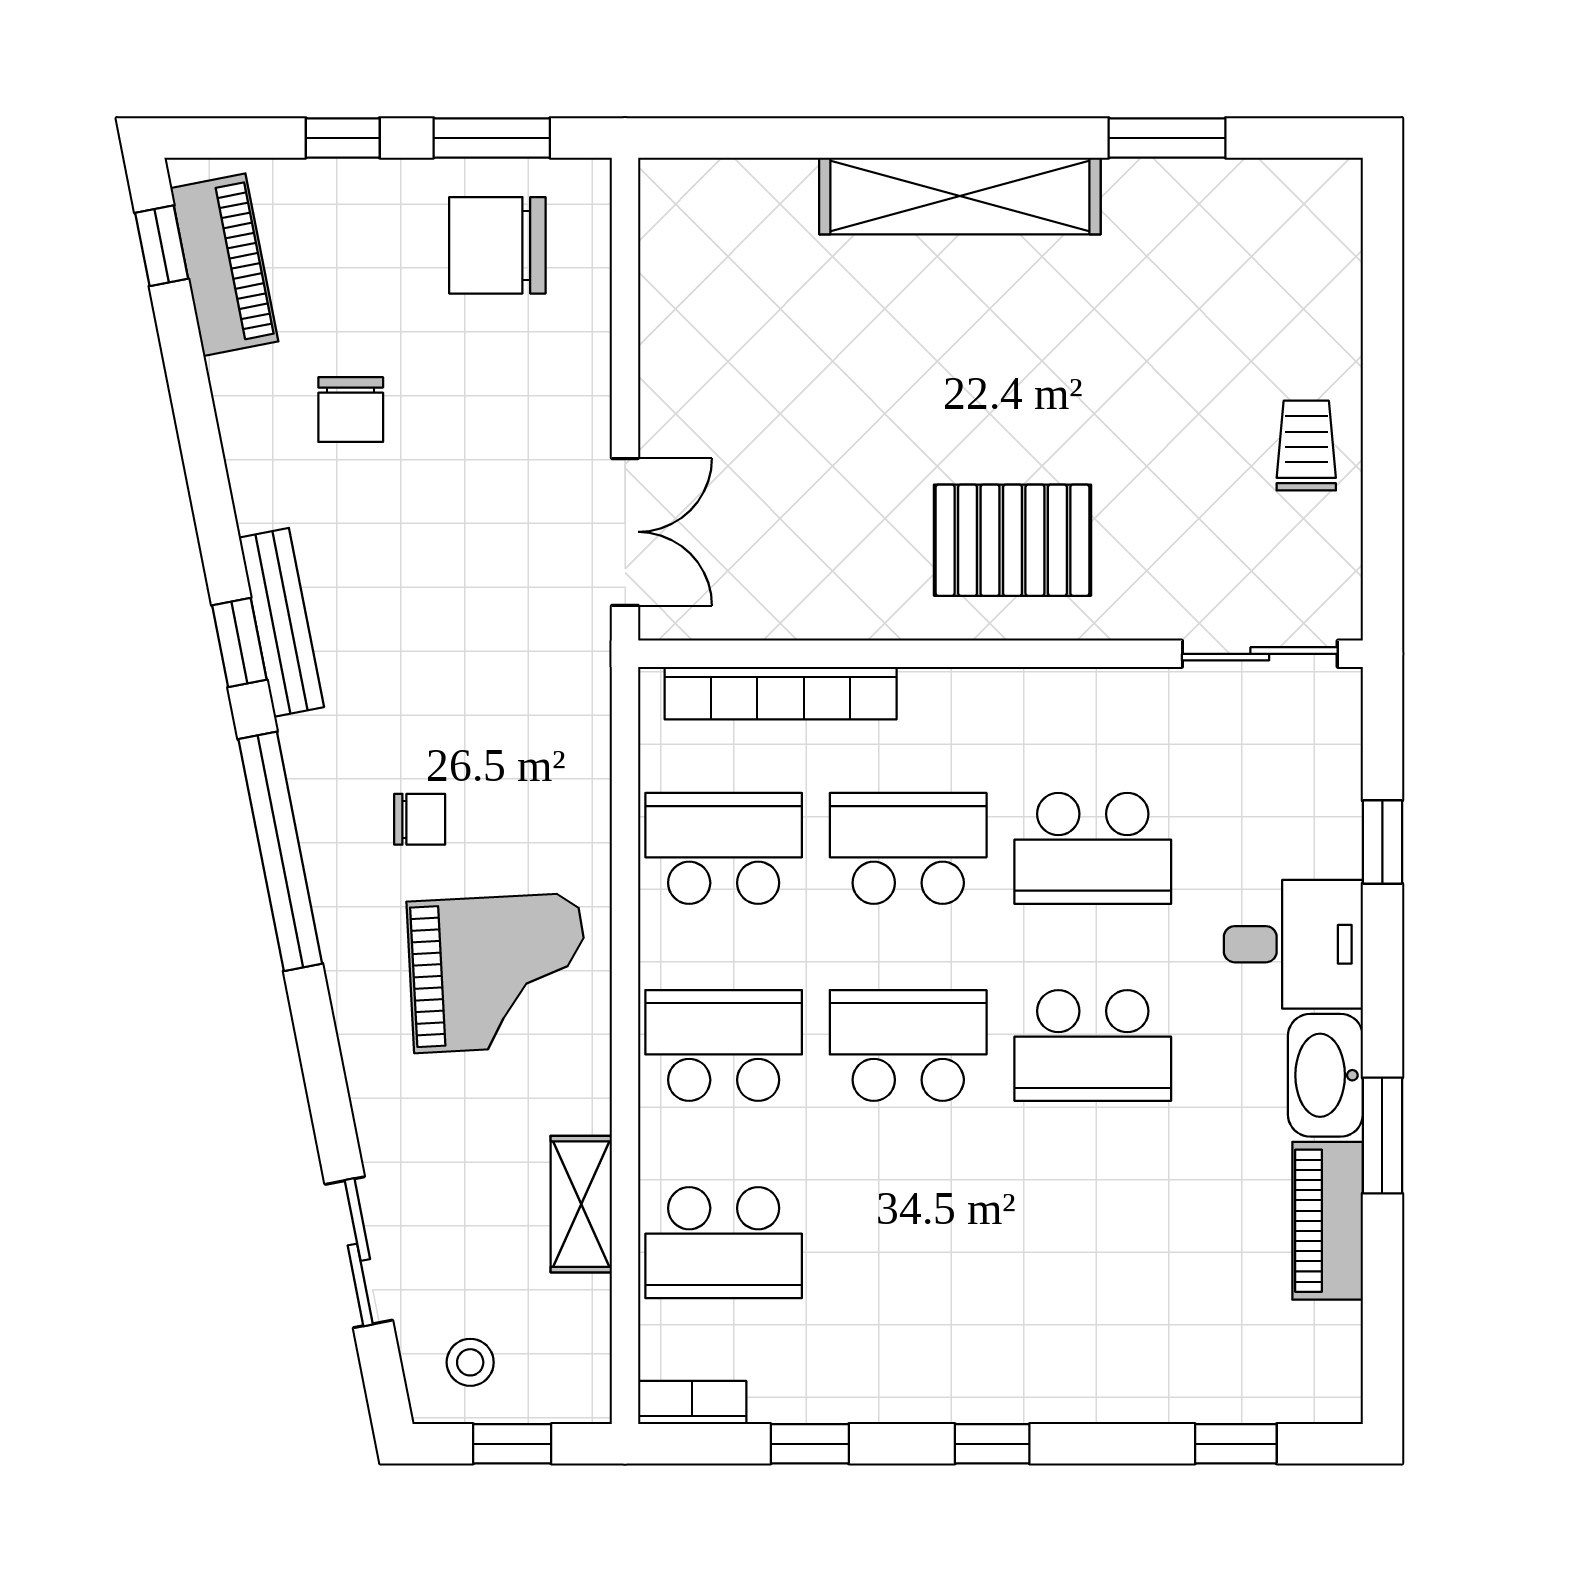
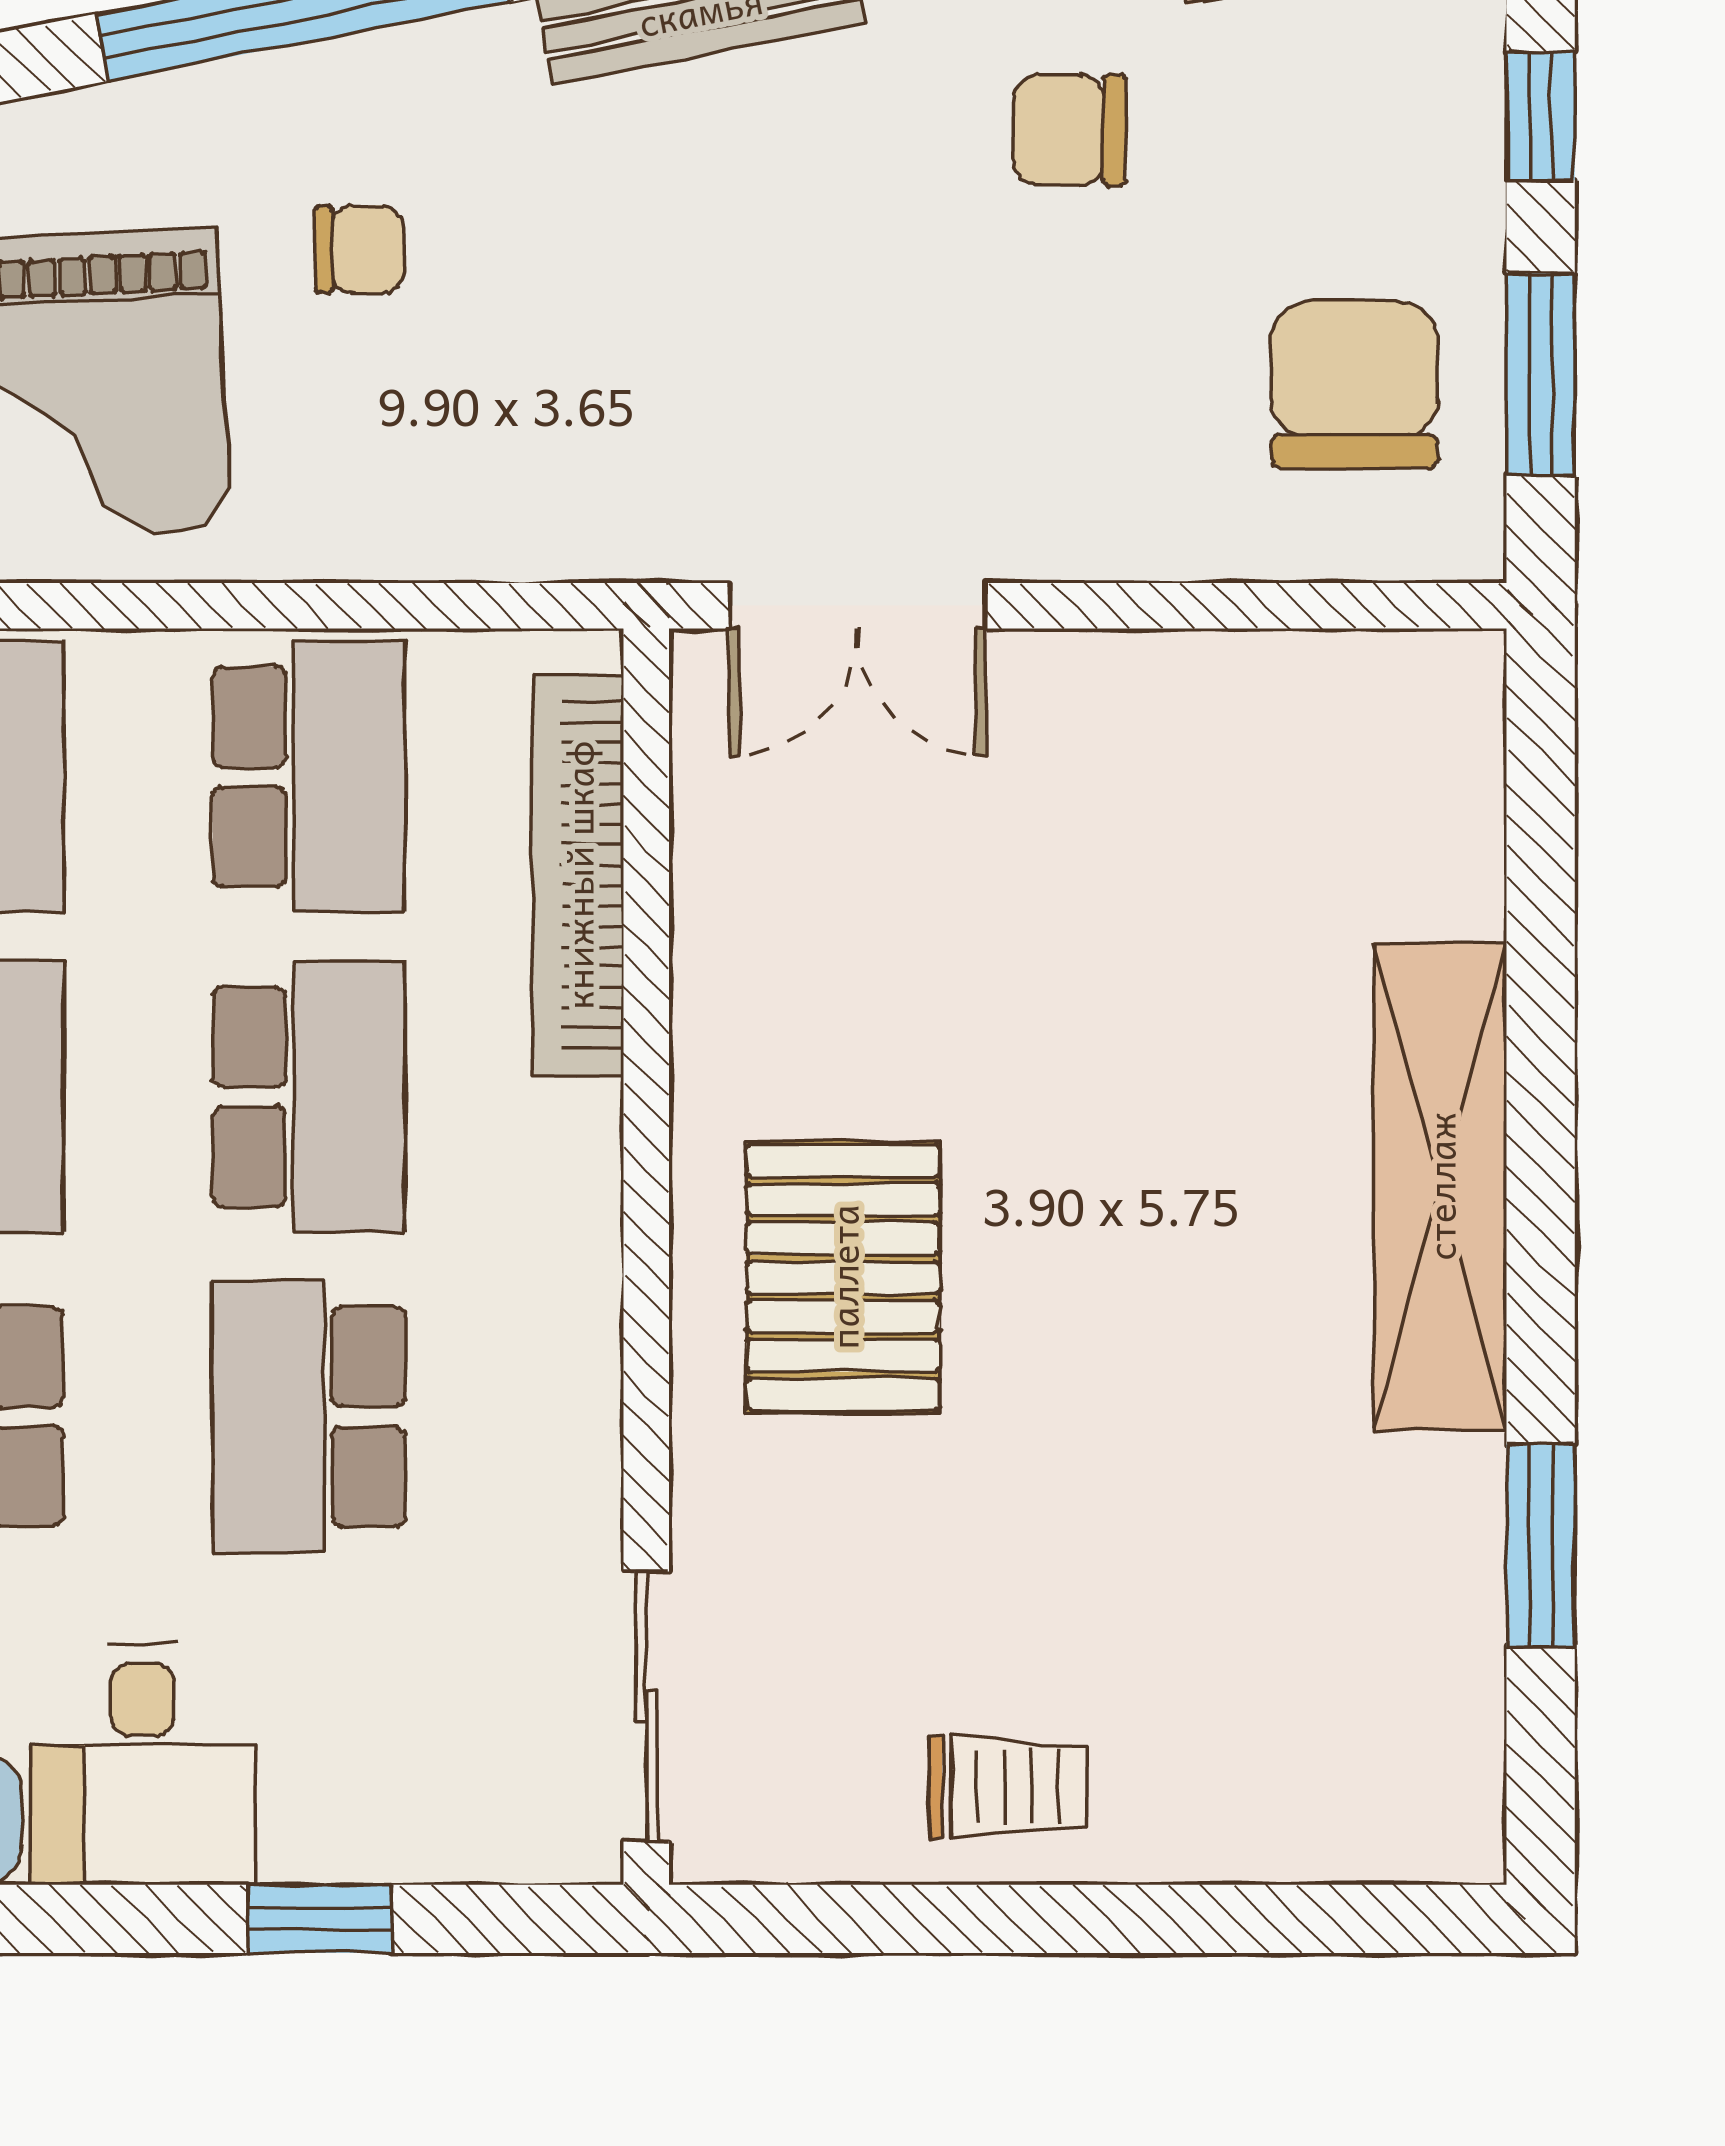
chair: (420, 819) -> (359, 250), turned -90

